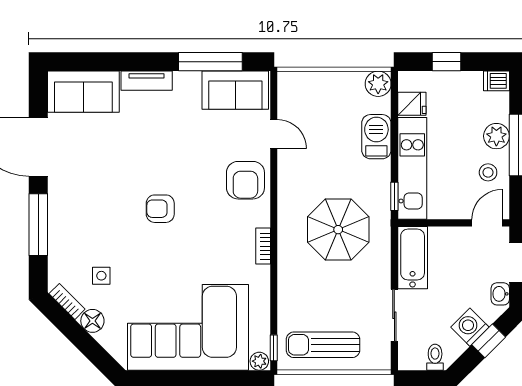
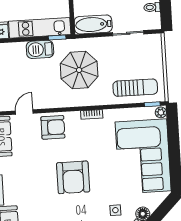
barbecue: (376, 137) -> (40, 49), moved
armchair: (160, 209) -> (73, 177), width x1.88, depth x1.88
sun lounger: (323, 345) -> (135, 88), moved, turned -90

